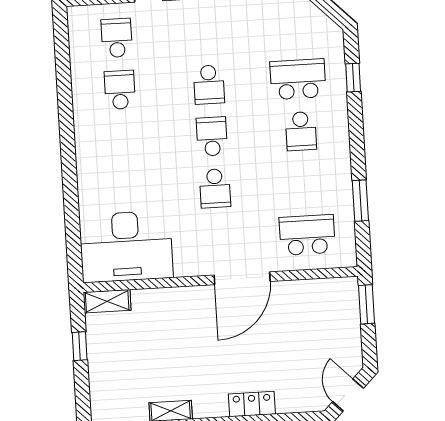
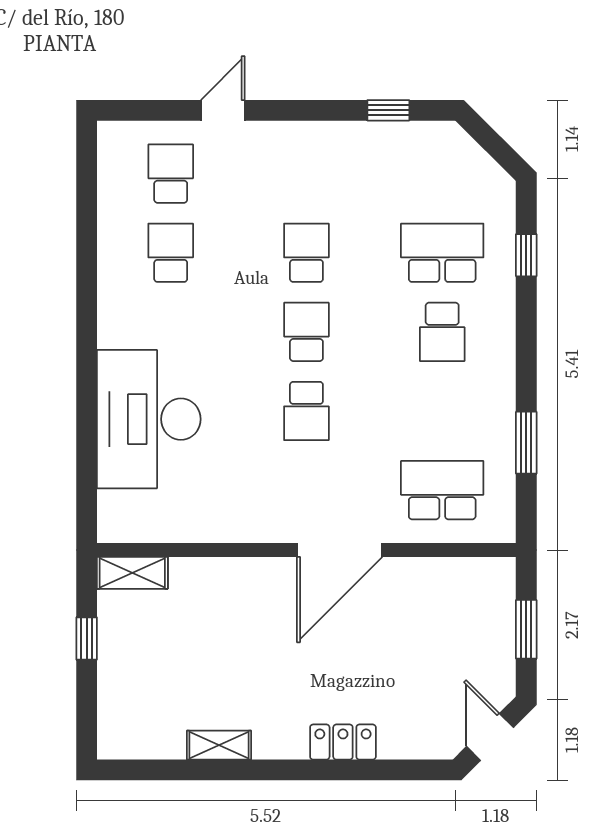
school desk: (209, 85) -> (306, 253), turned 180
desk: (126, 246) -> (149, 419), moved, turned 90
window: (367, 304) -> (526, 629), moved

